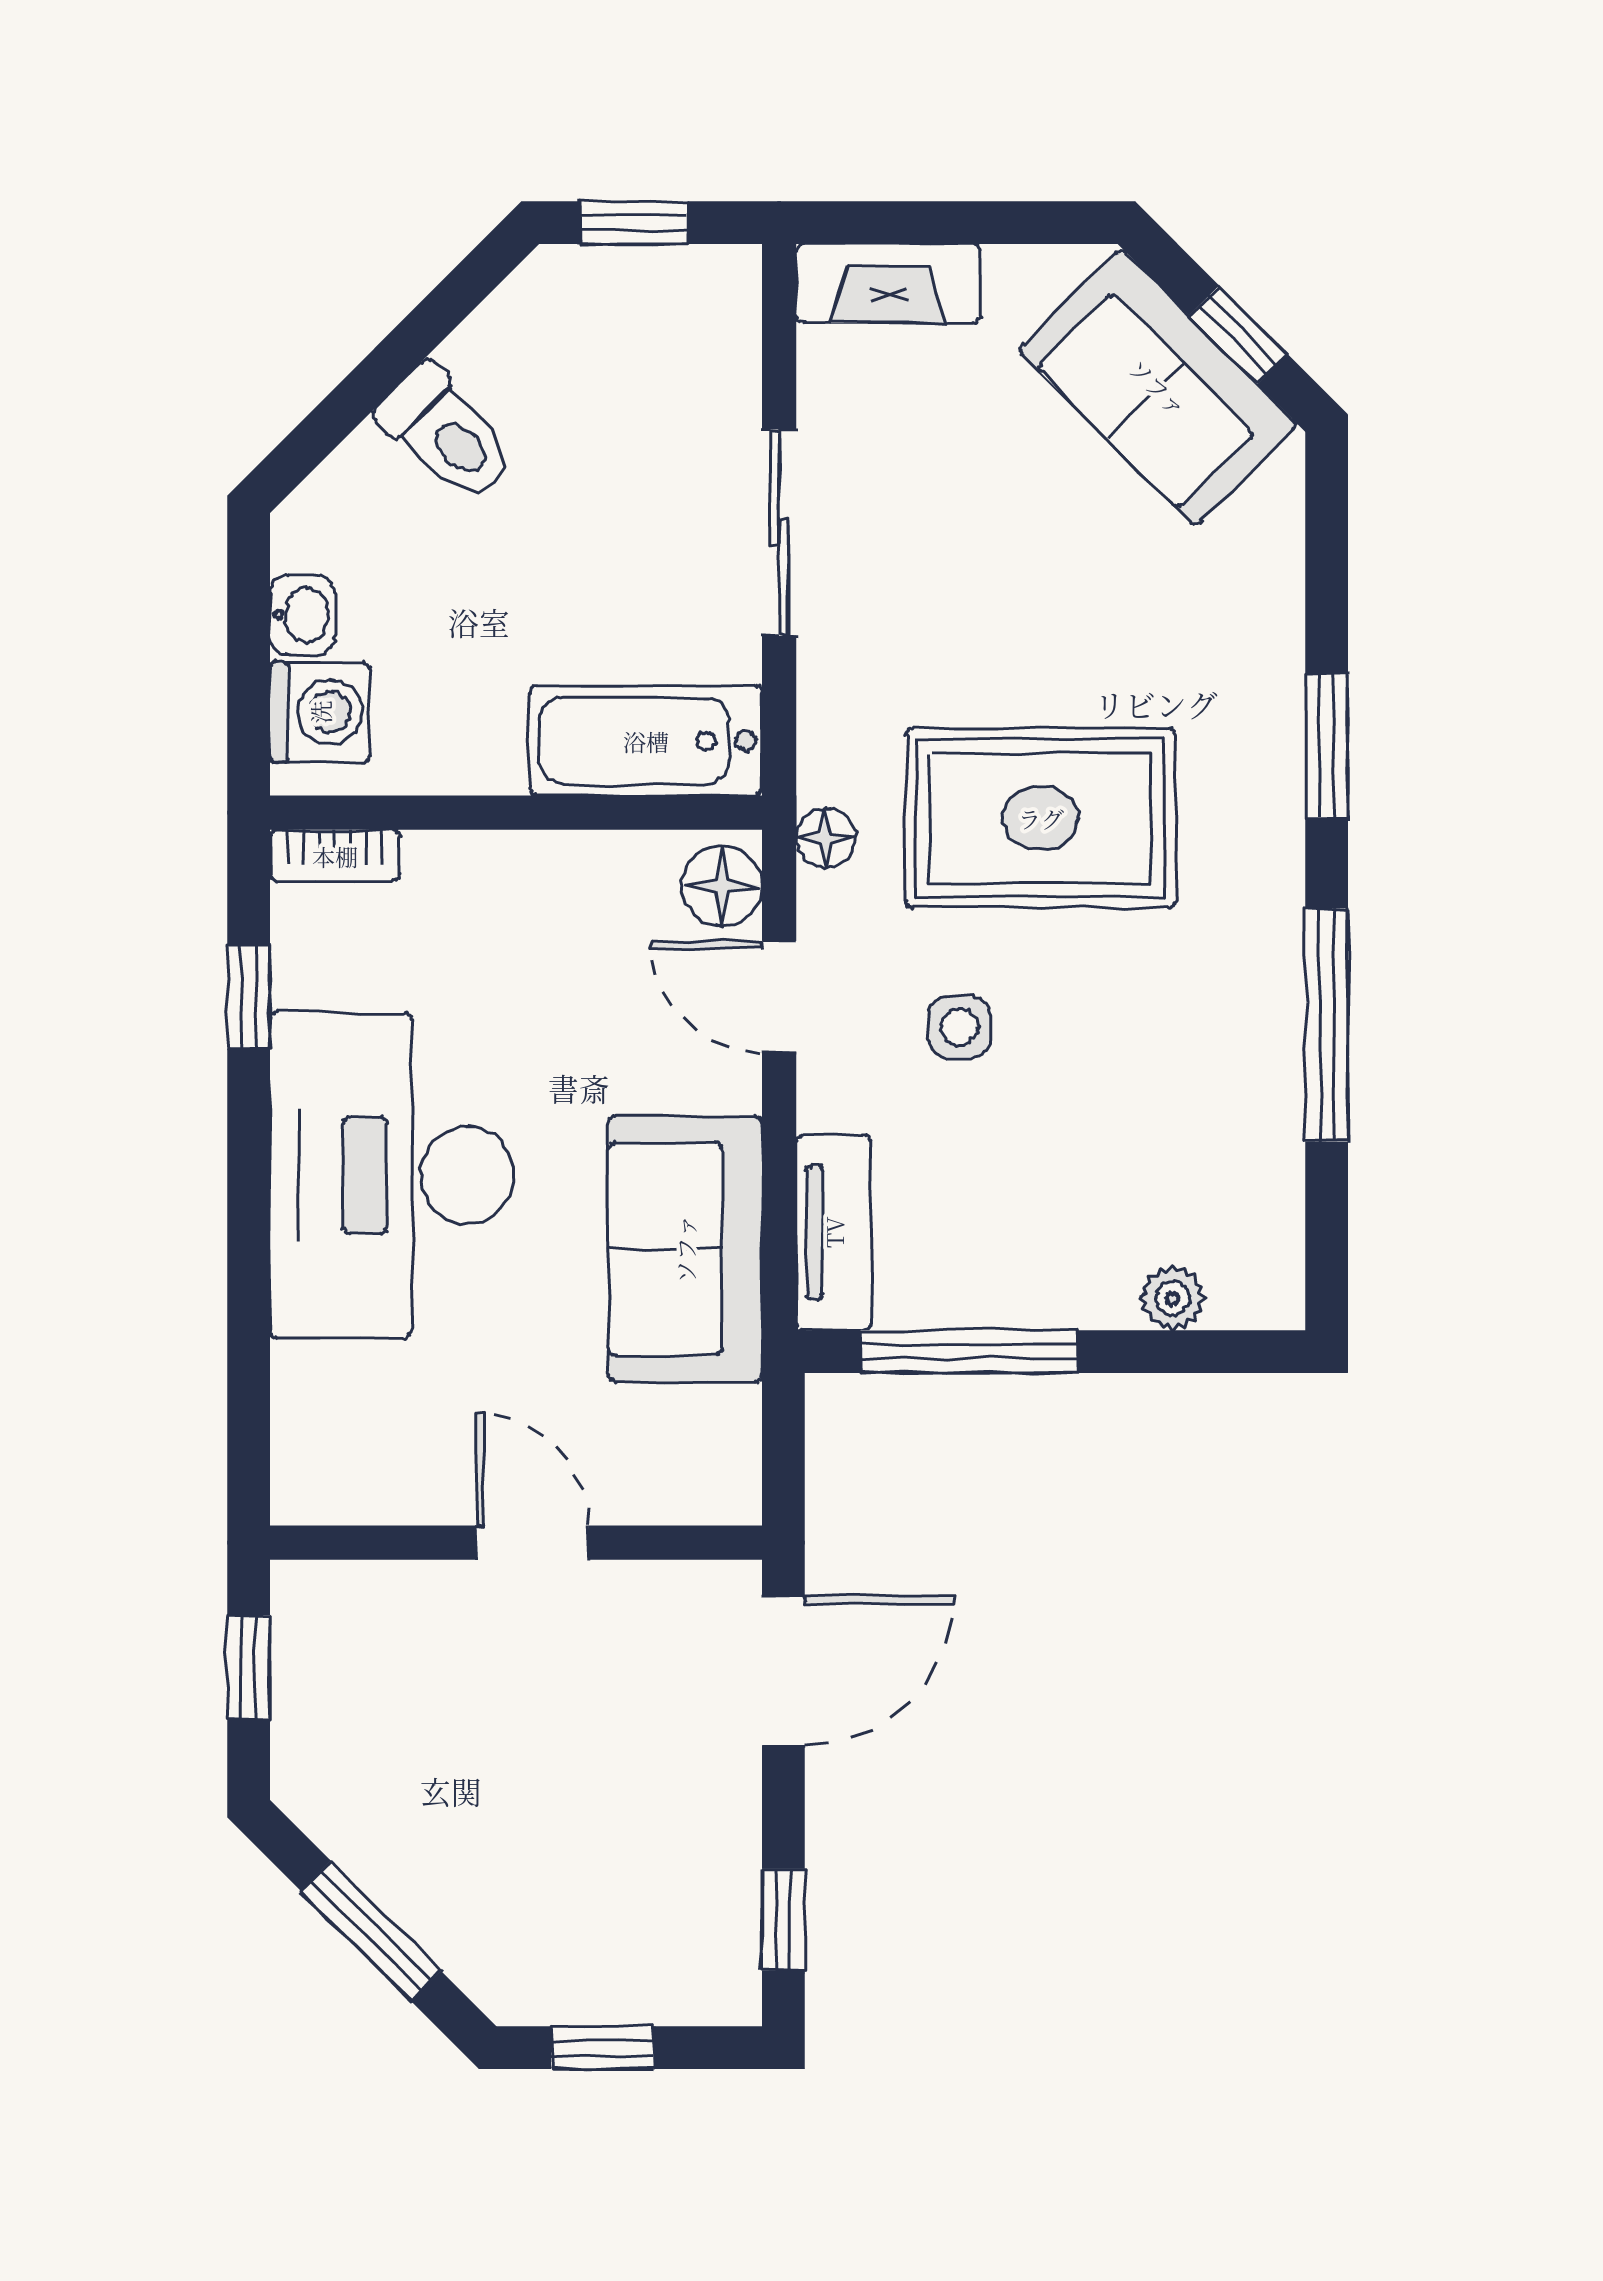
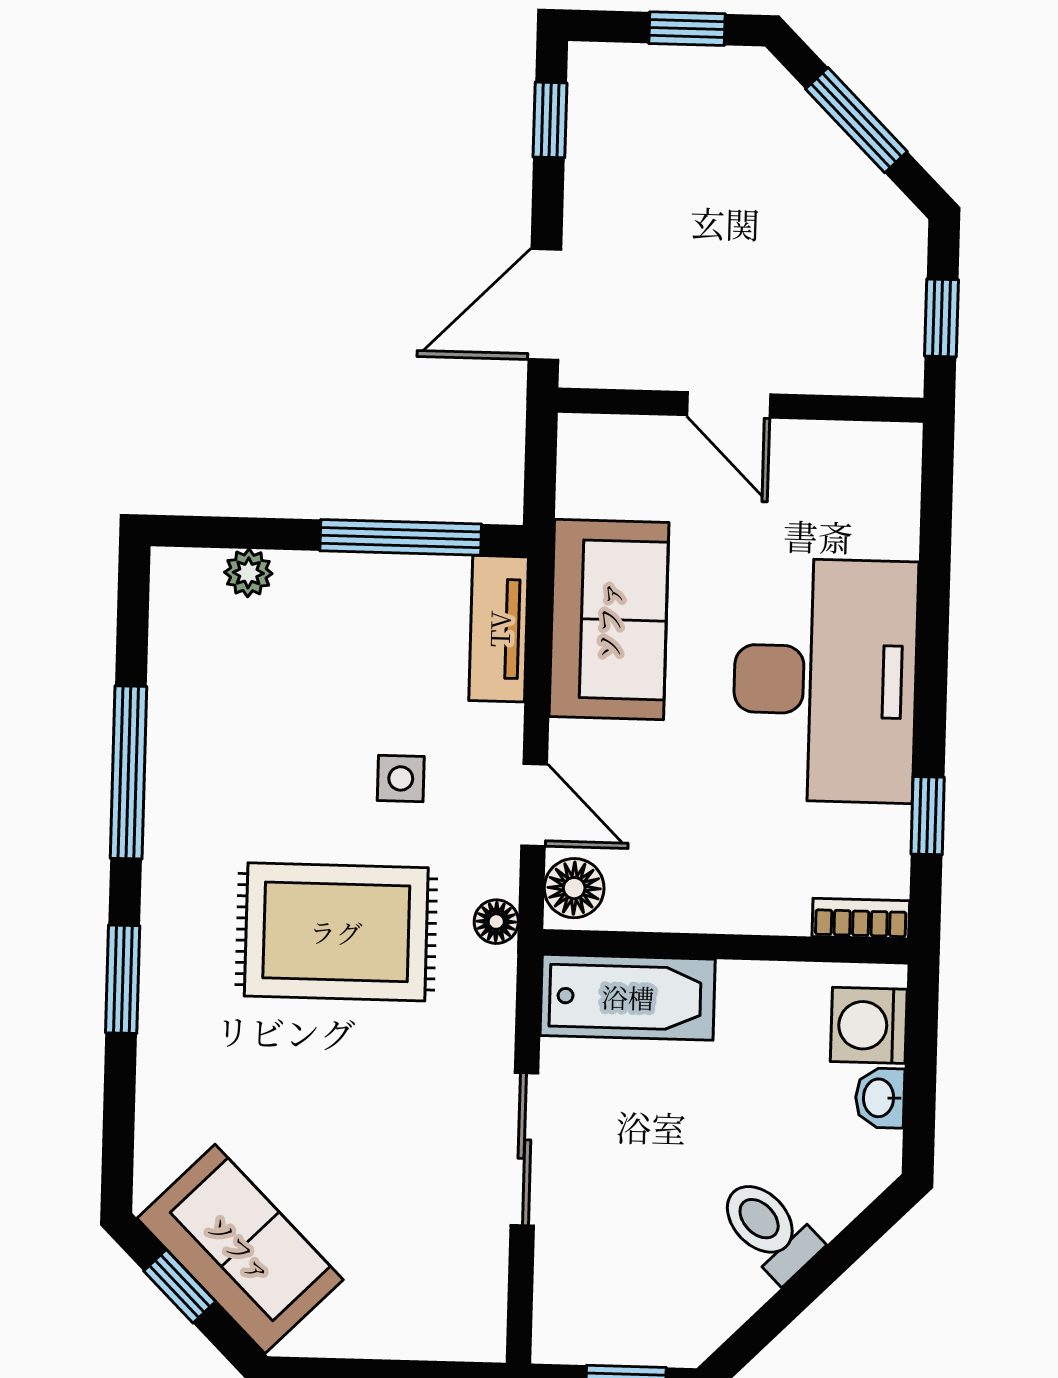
fireplace: (888, 283) -> (438, 1332), removed

